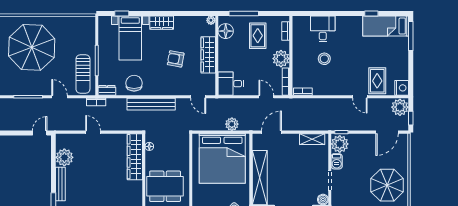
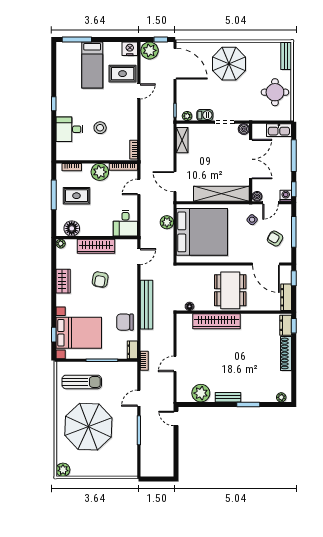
window: (244, 13) -> (54, 195), moved
window: (371, 13) -> (54, 104), moved
wardrobe: (162, 23) -> (63, 281), moved
bed: (386, 26) -> (92, 65), moved
bed with nightstands: (130, 38) -> (79, 333), width x1.36
sun lounger: (83, 74) -> (82, 382), moved
door: (387, 132) -> (175, 64), width x1.36
plant: (340, 144) -> (187, 116), width x0.53, depth x0.53
wardrobe: (135, 157) -> (217, 321), moved
bench: (60, 184) -> (228, 397), width x0.73

